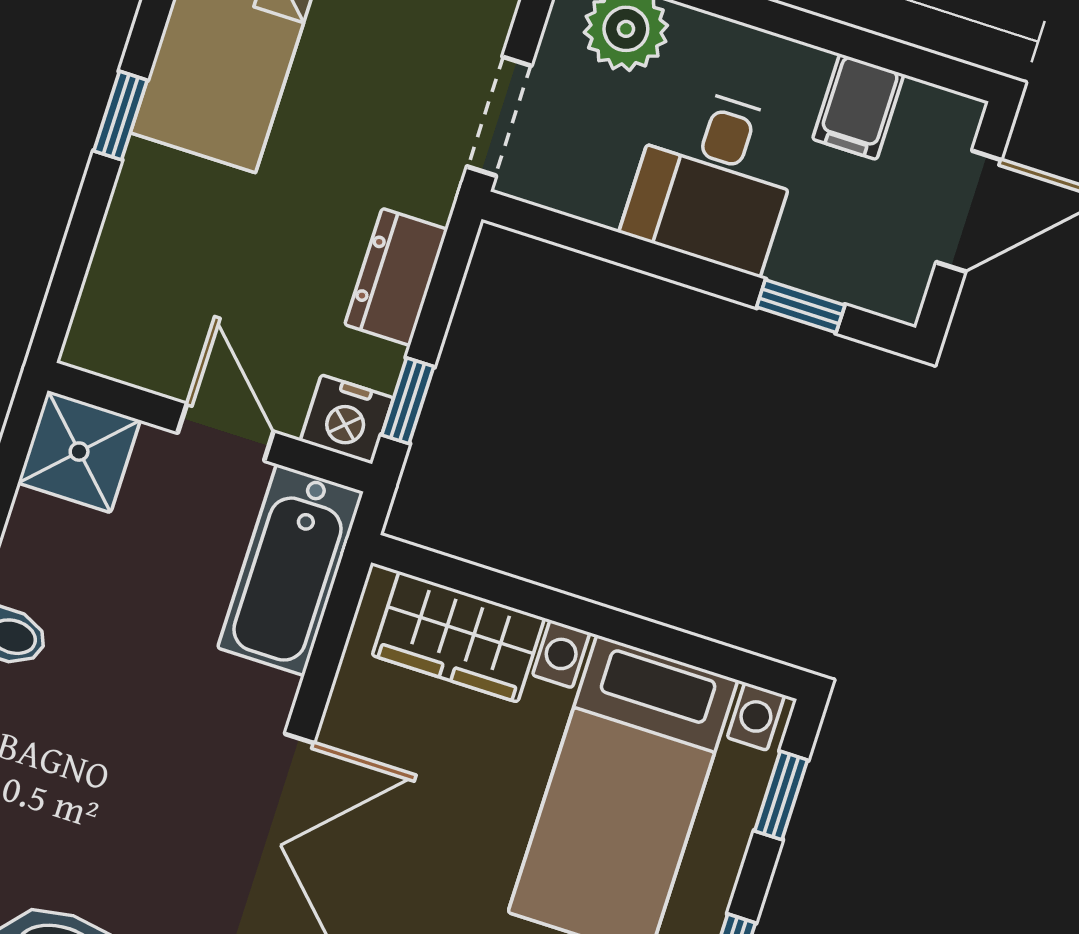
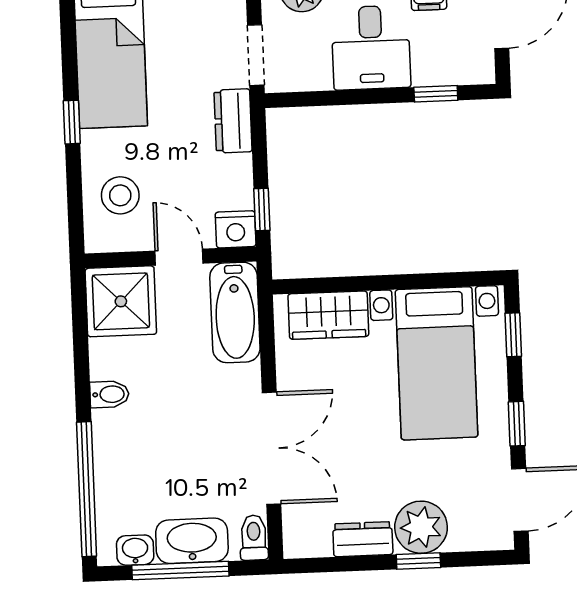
dresser: (396, 277) -> (233, 121), moved
stool: (160, 281) -> (120, 195), added
shower: (79, 452) -> (121, 301), width x1.36, depth x1.36

